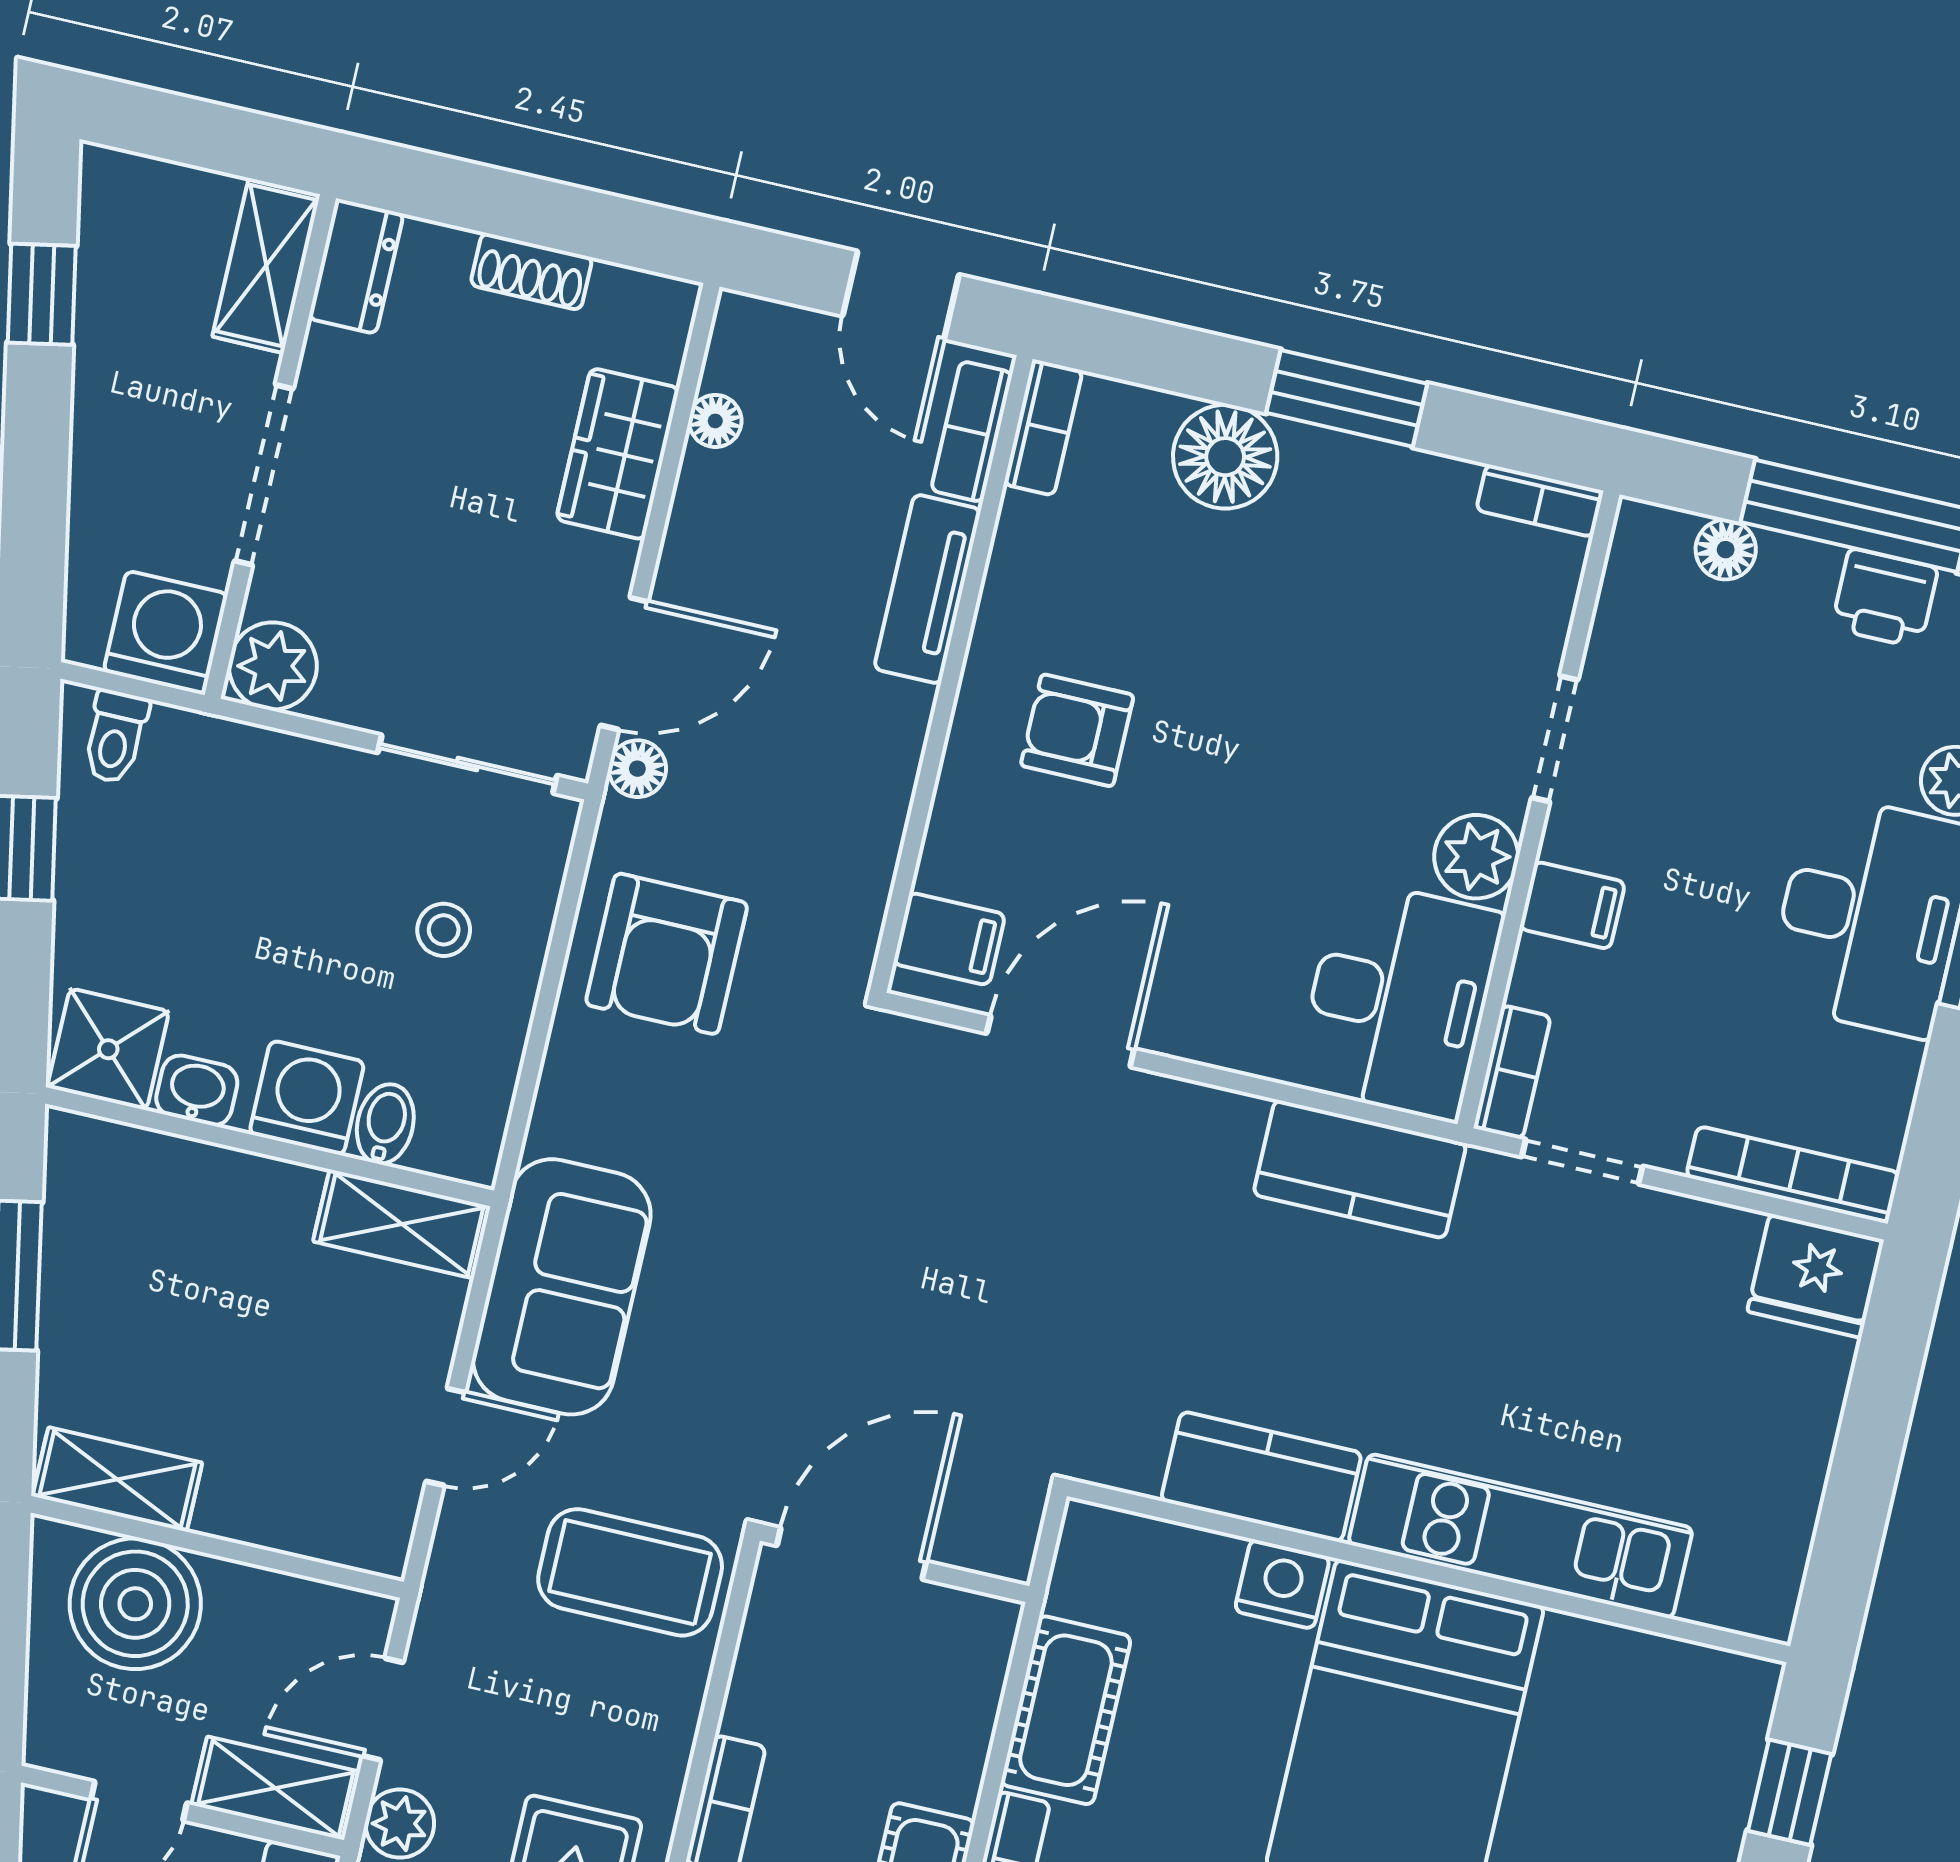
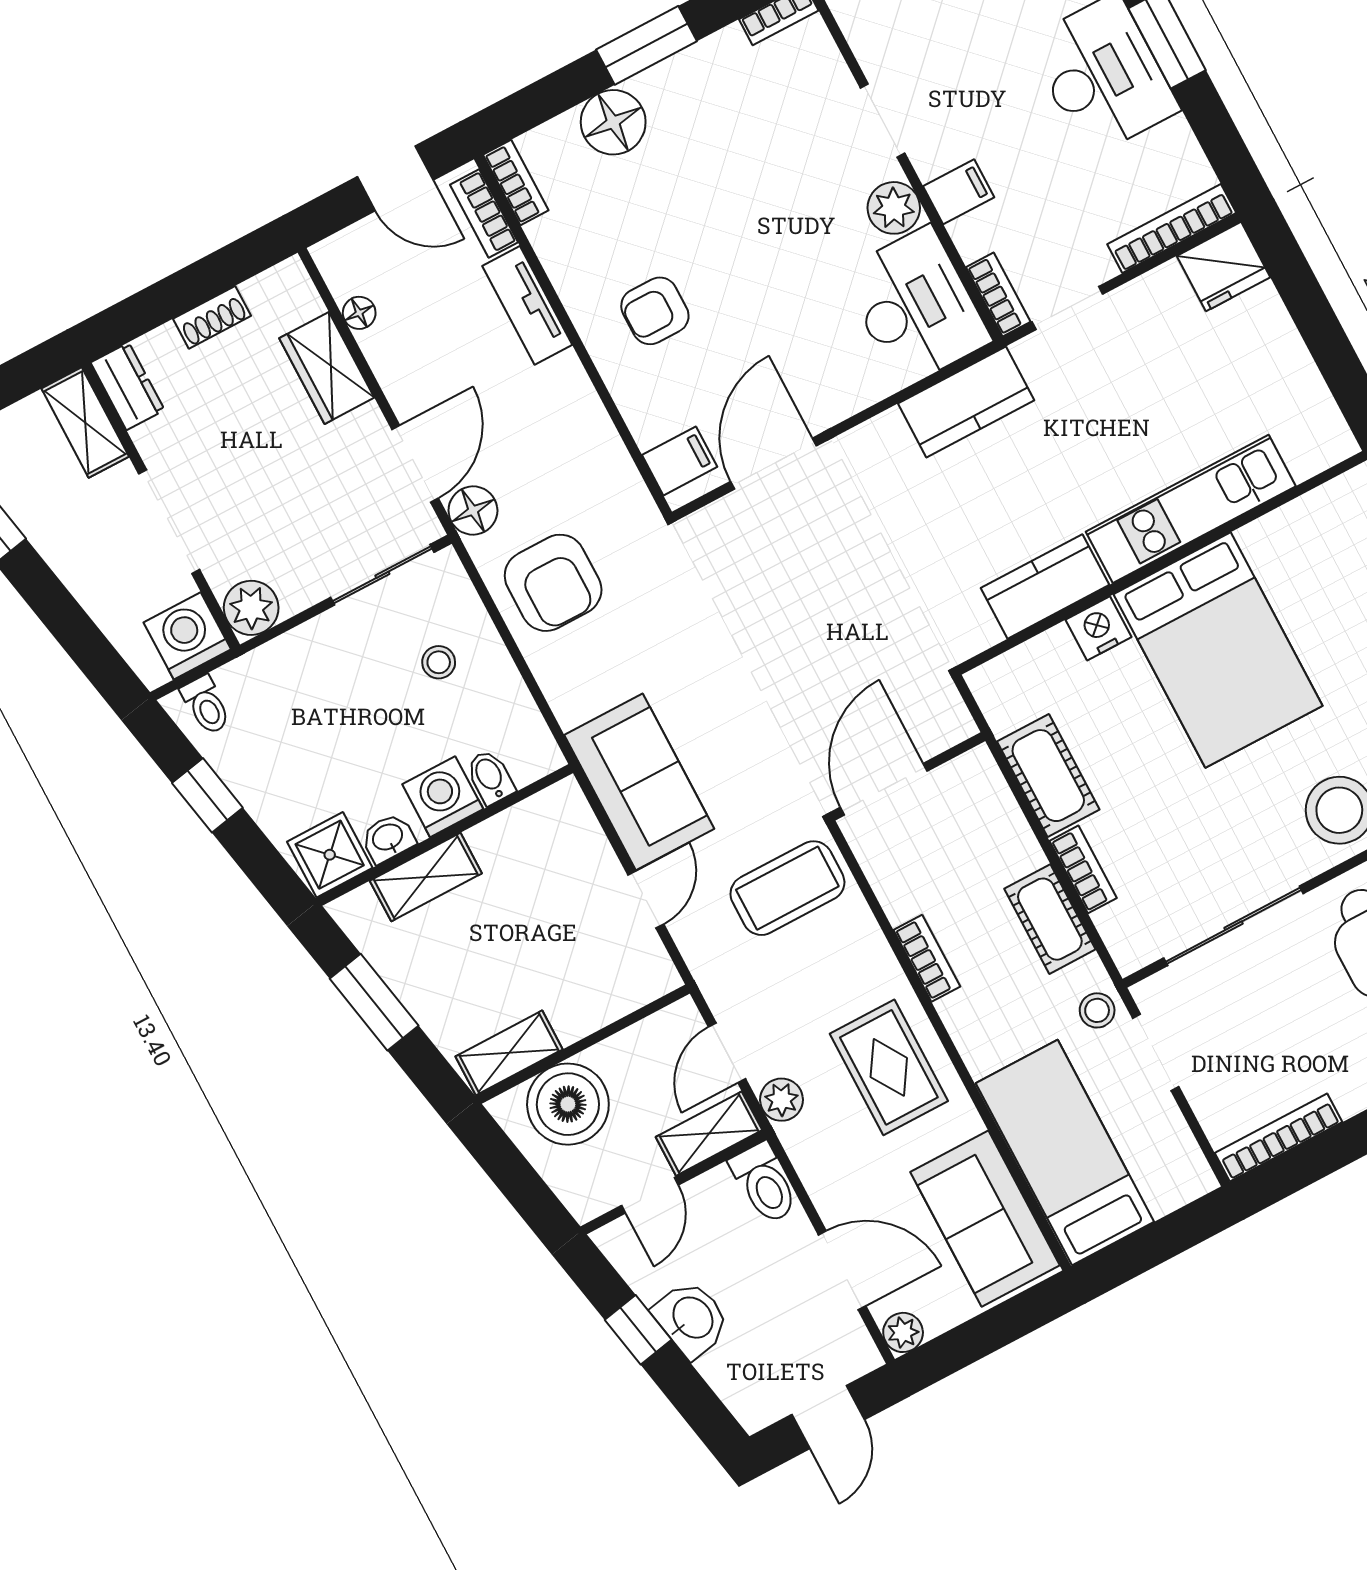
floor lamp: (637, 769) -> (473, 511), width x1.37, depth x1.37
shelving: (402, 1224) -> (426, 877), moved

